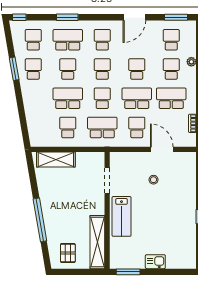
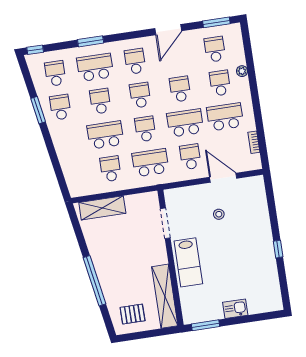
pallet: (68, 253) -> (133, 314), turned 90

